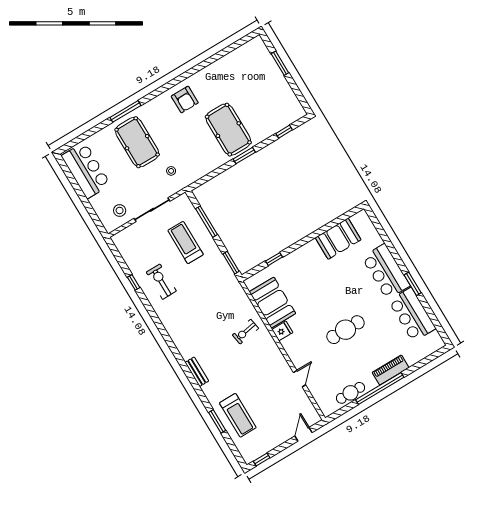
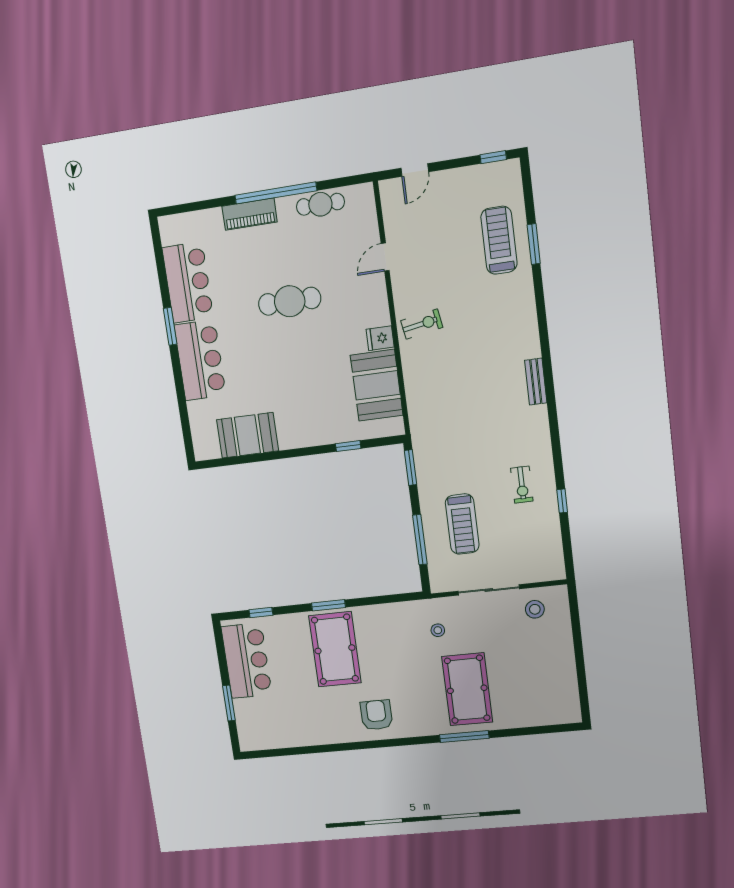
bar counter: (86, 170) -> (247, 661), moved, turned 180
exercise bike: (161, 282) -> (522, 485), width x0.73, depth x0.72
exercise bike: (245, 332) -> (422, 324), moved
bench: (197, 372) -> (536, 382), moved

